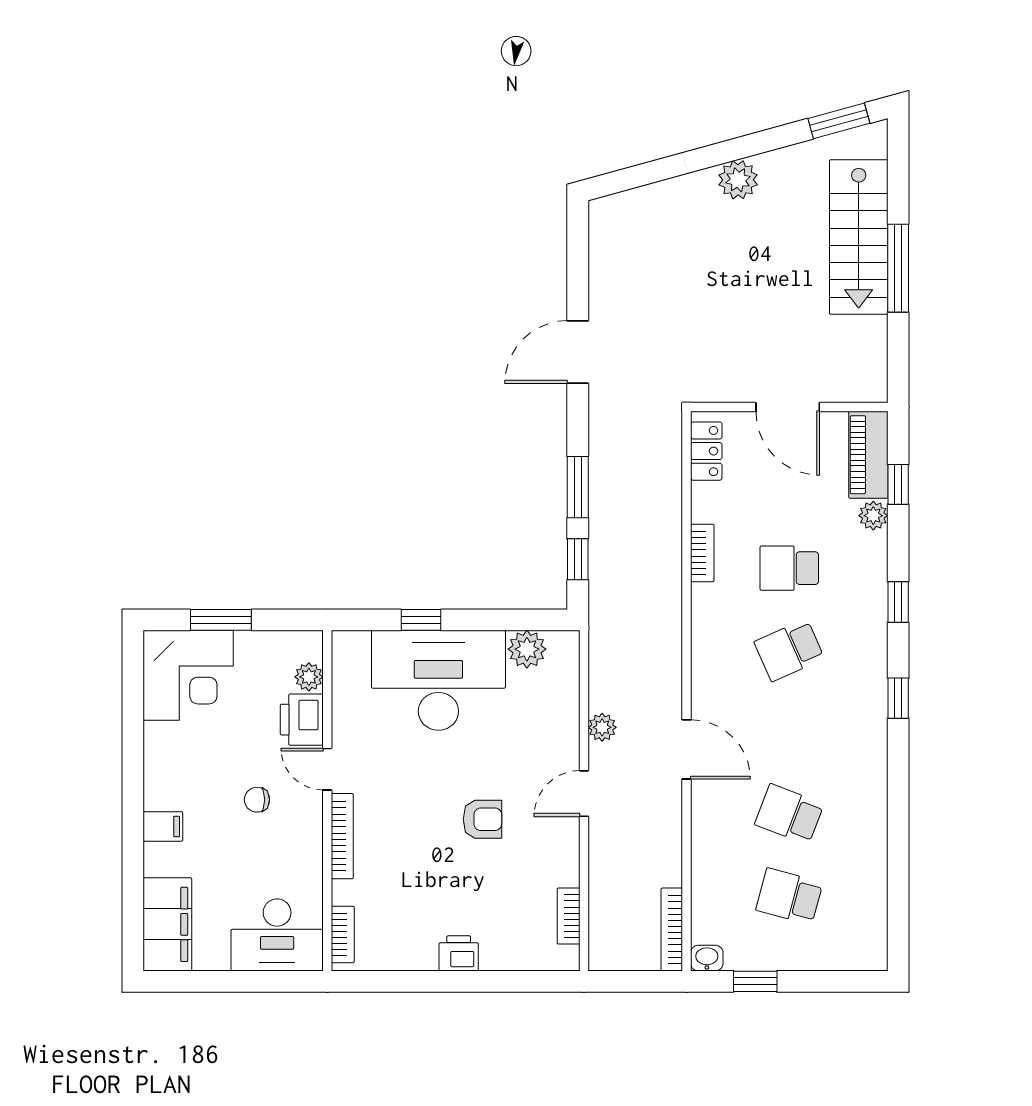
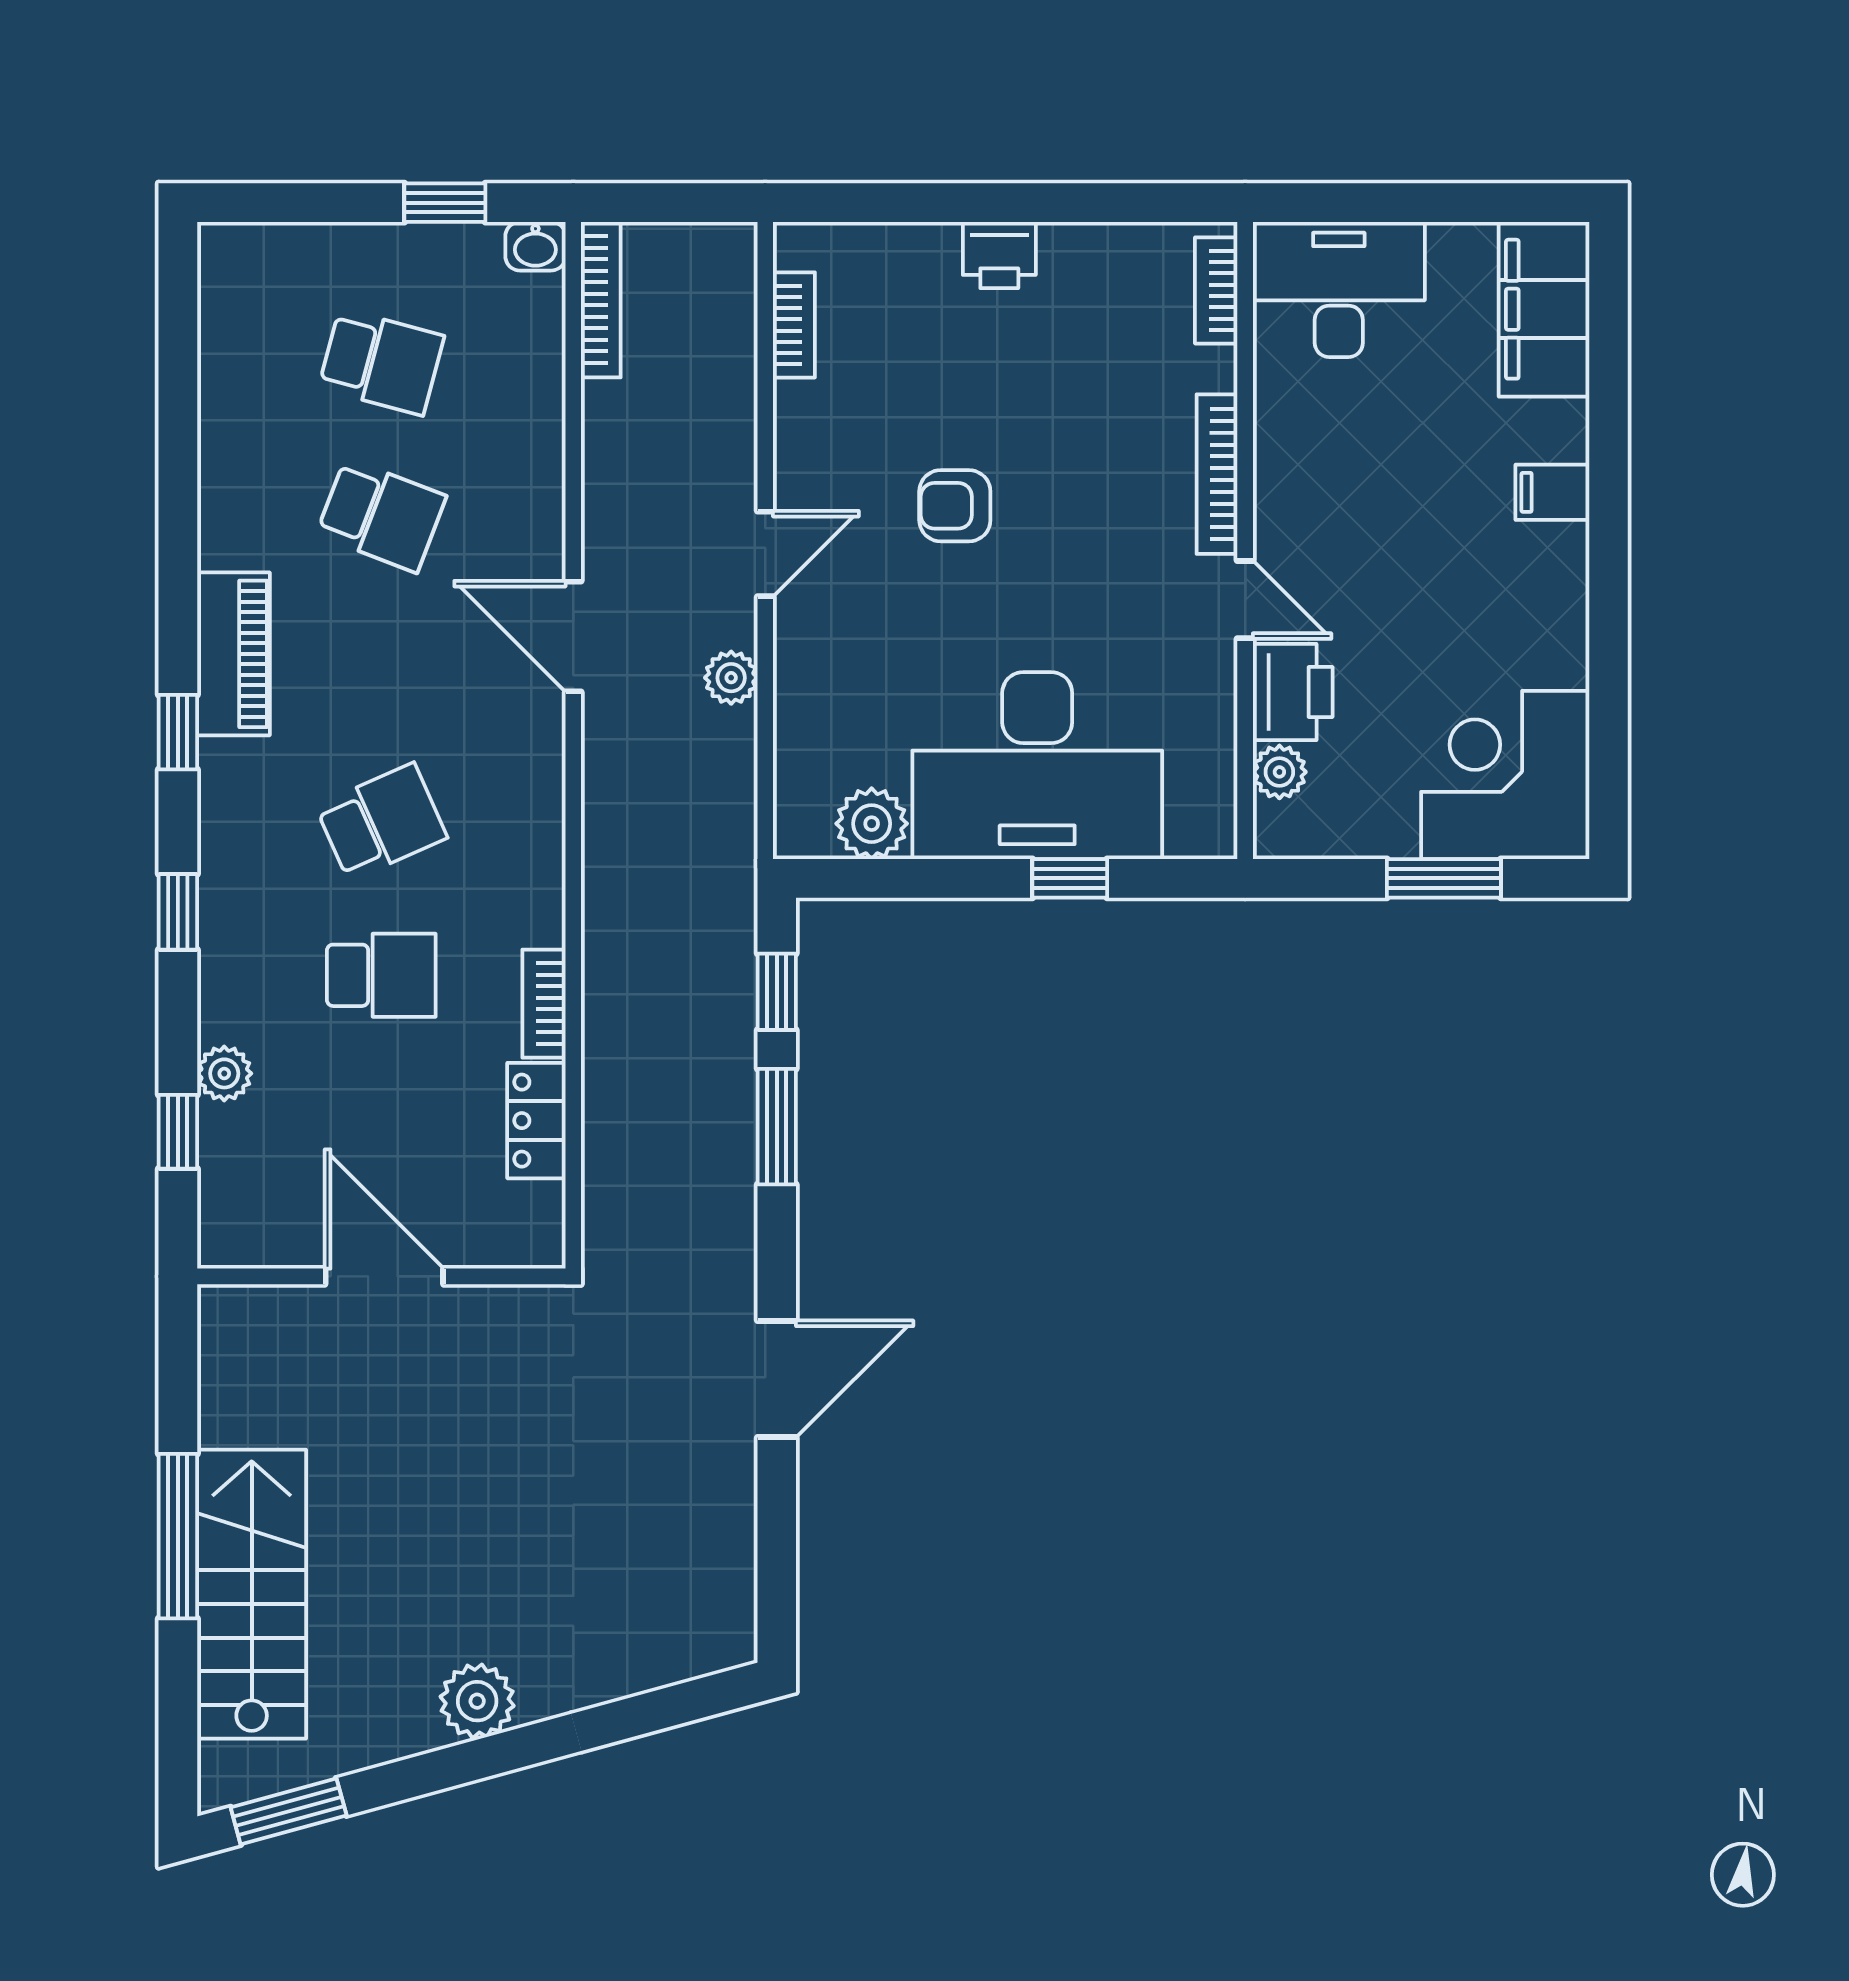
locker: (706, 451) -> (536, 1121), moved
piano: (868, 455) -> (233, 654), moved
chair: (257, 800) -> (1377, 542), removed

